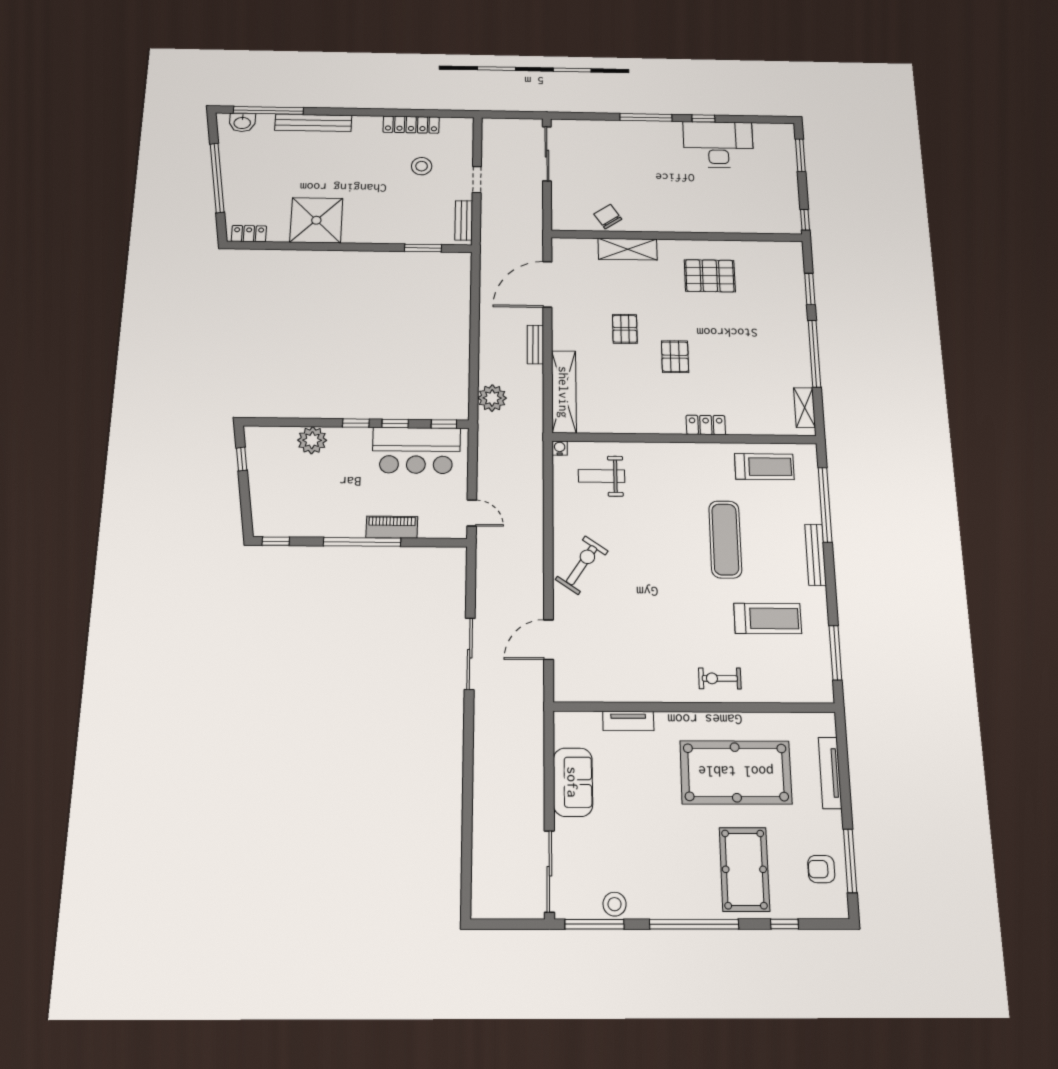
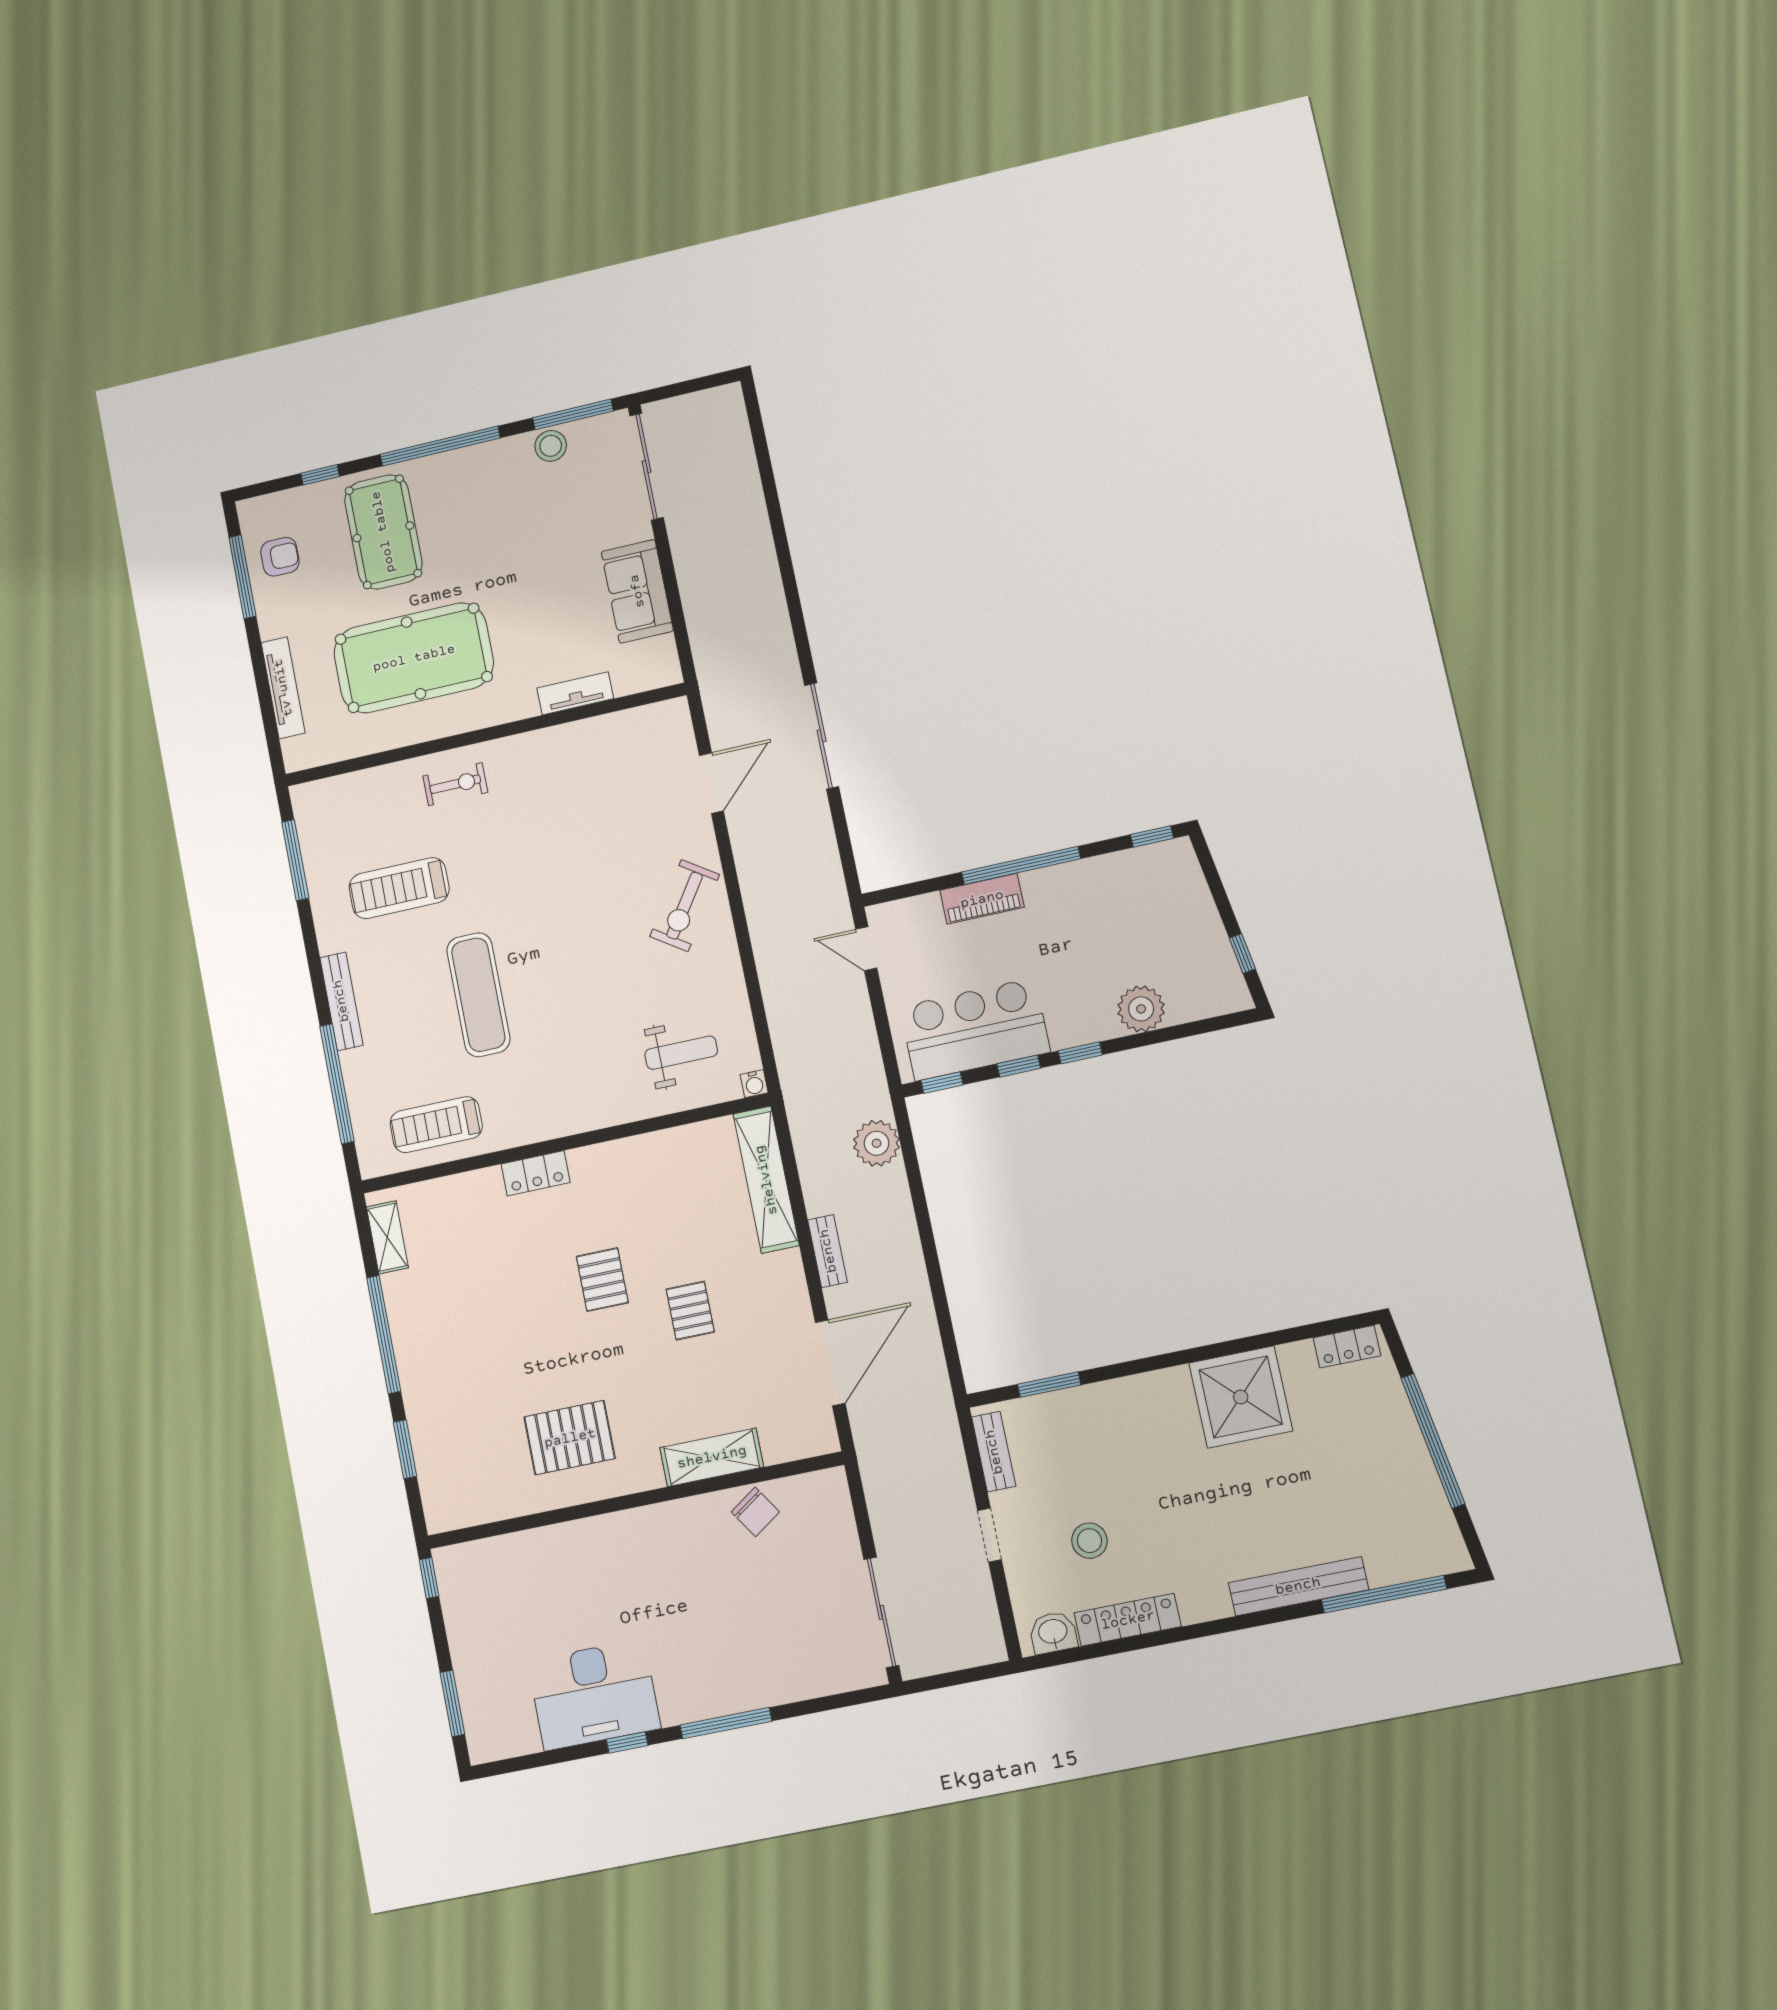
washbasin: (242, 122) -> (1053, 1632), moved

